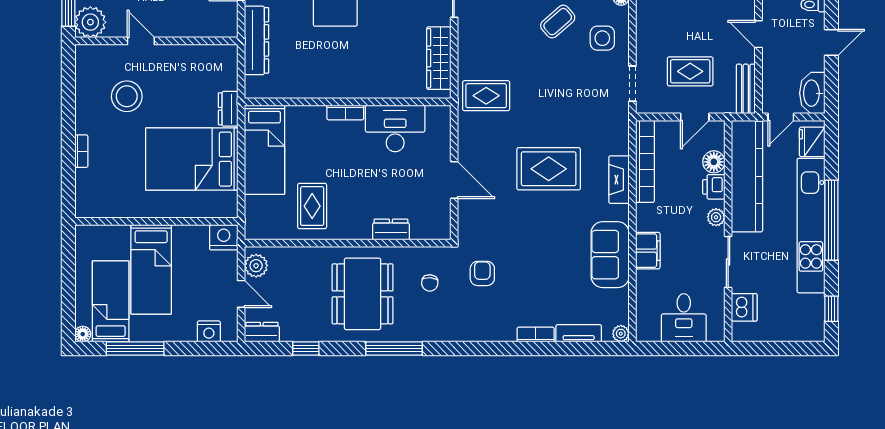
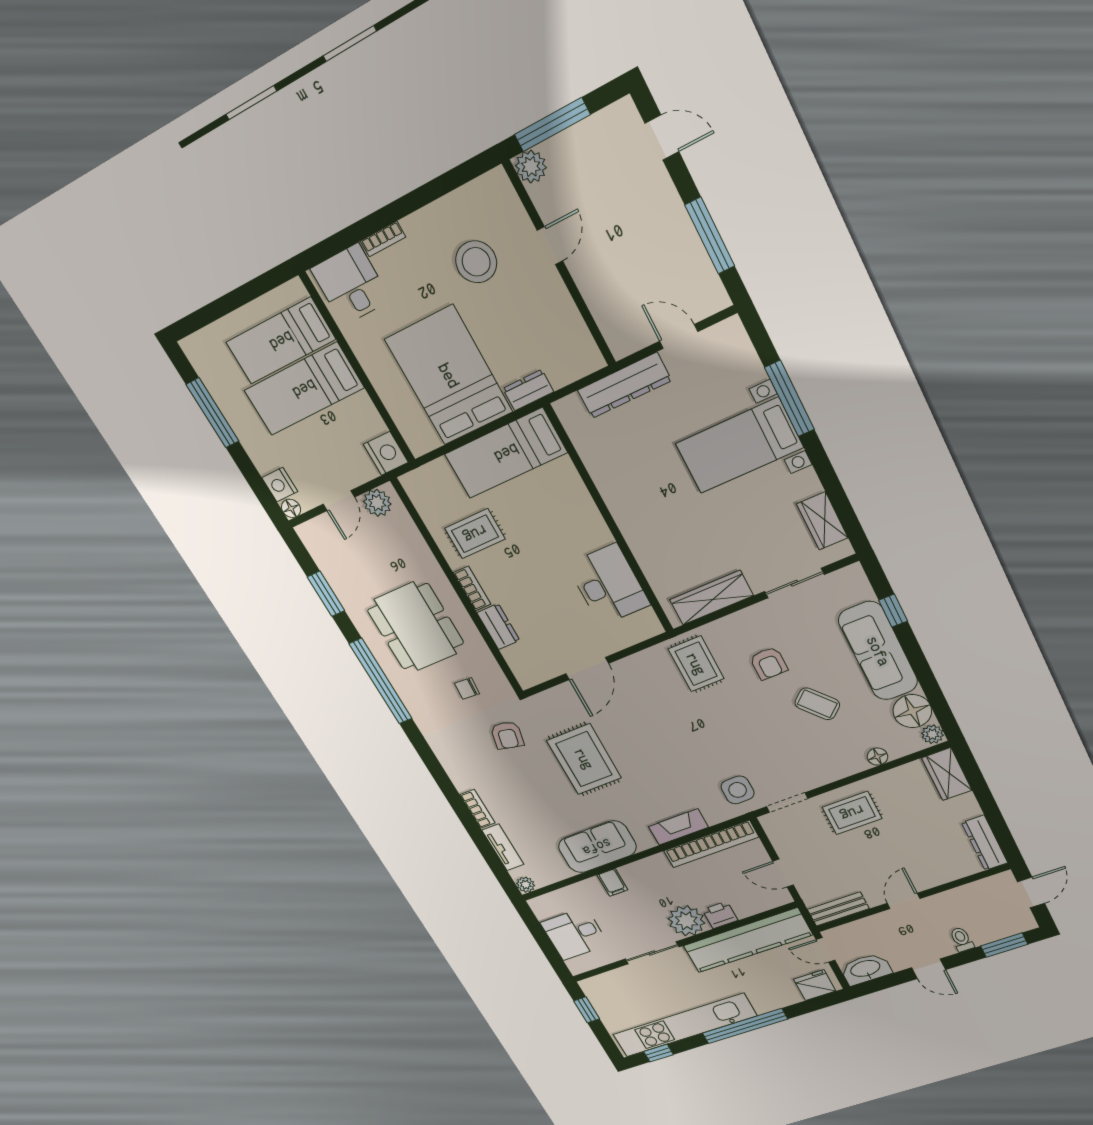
plant: (90, 22) -> (531, 167), width x0.73, depth x0.73
side table: (602, 38) -> (738, 790), moved
armchair: (509, 42) -> (769, 663), added
rug: (690, 71) -> (852, 813), moved, turned 90
bookcase: (345, 112) -> (472, 588), moved, turned 180
floor lamp: (714, 162) -> (746, 906), removed
rug: (549, 169) -> (584, 759), moved
desk: (99, 192) -> (351, 285), added
plant: (716, 217) -> (686, 921), width x1.88, depth x1.88
kitchen unit: (811, 226) -> (684, 1025), moved
filing cabinet: (648, 251) -> (612, 882), width x0.50
armchair: (482, 273) -> (507, 735), turned 103
dining table: (363, 294) -> (416, 627), turned 90
bed: (111, 301) -> (281, 341), moved, turned 180
dishwasher: (744, 307) -> (616, 981), removed
dresser: (262, 332) -> (314, 541), removed
floor lamp: (83, 334) -> (291, 508), moved
window: (306, 349) -> (326, 594), width x1.50
window: (394, 349) -> (381, 681), width x1.46
window: (763, 349) -> (587, 1010), added

